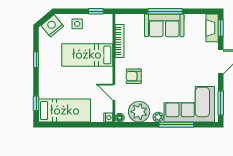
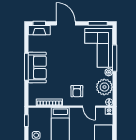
door: (114, 92) -> (89, 107), hinge flipped

